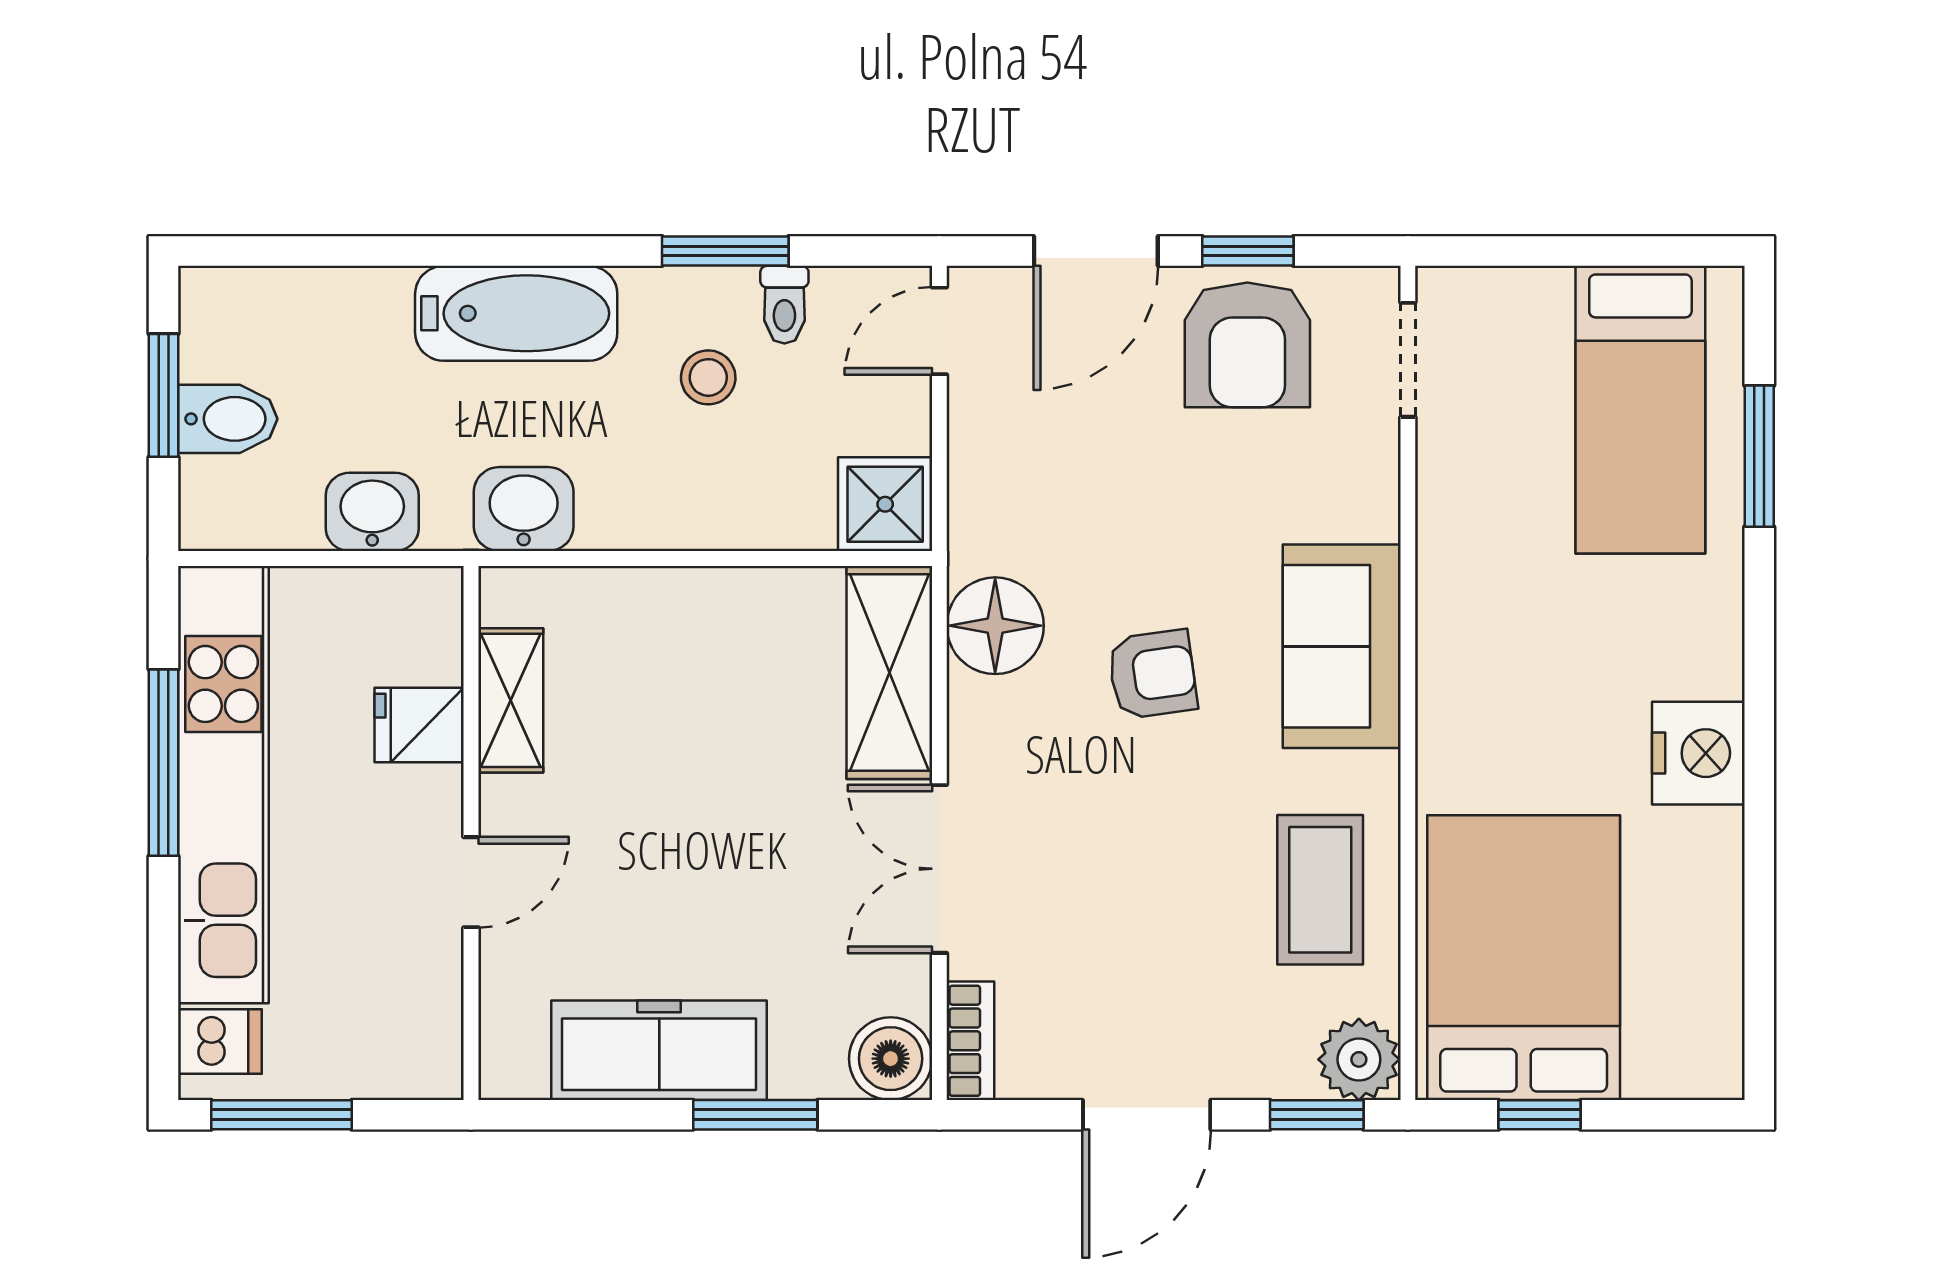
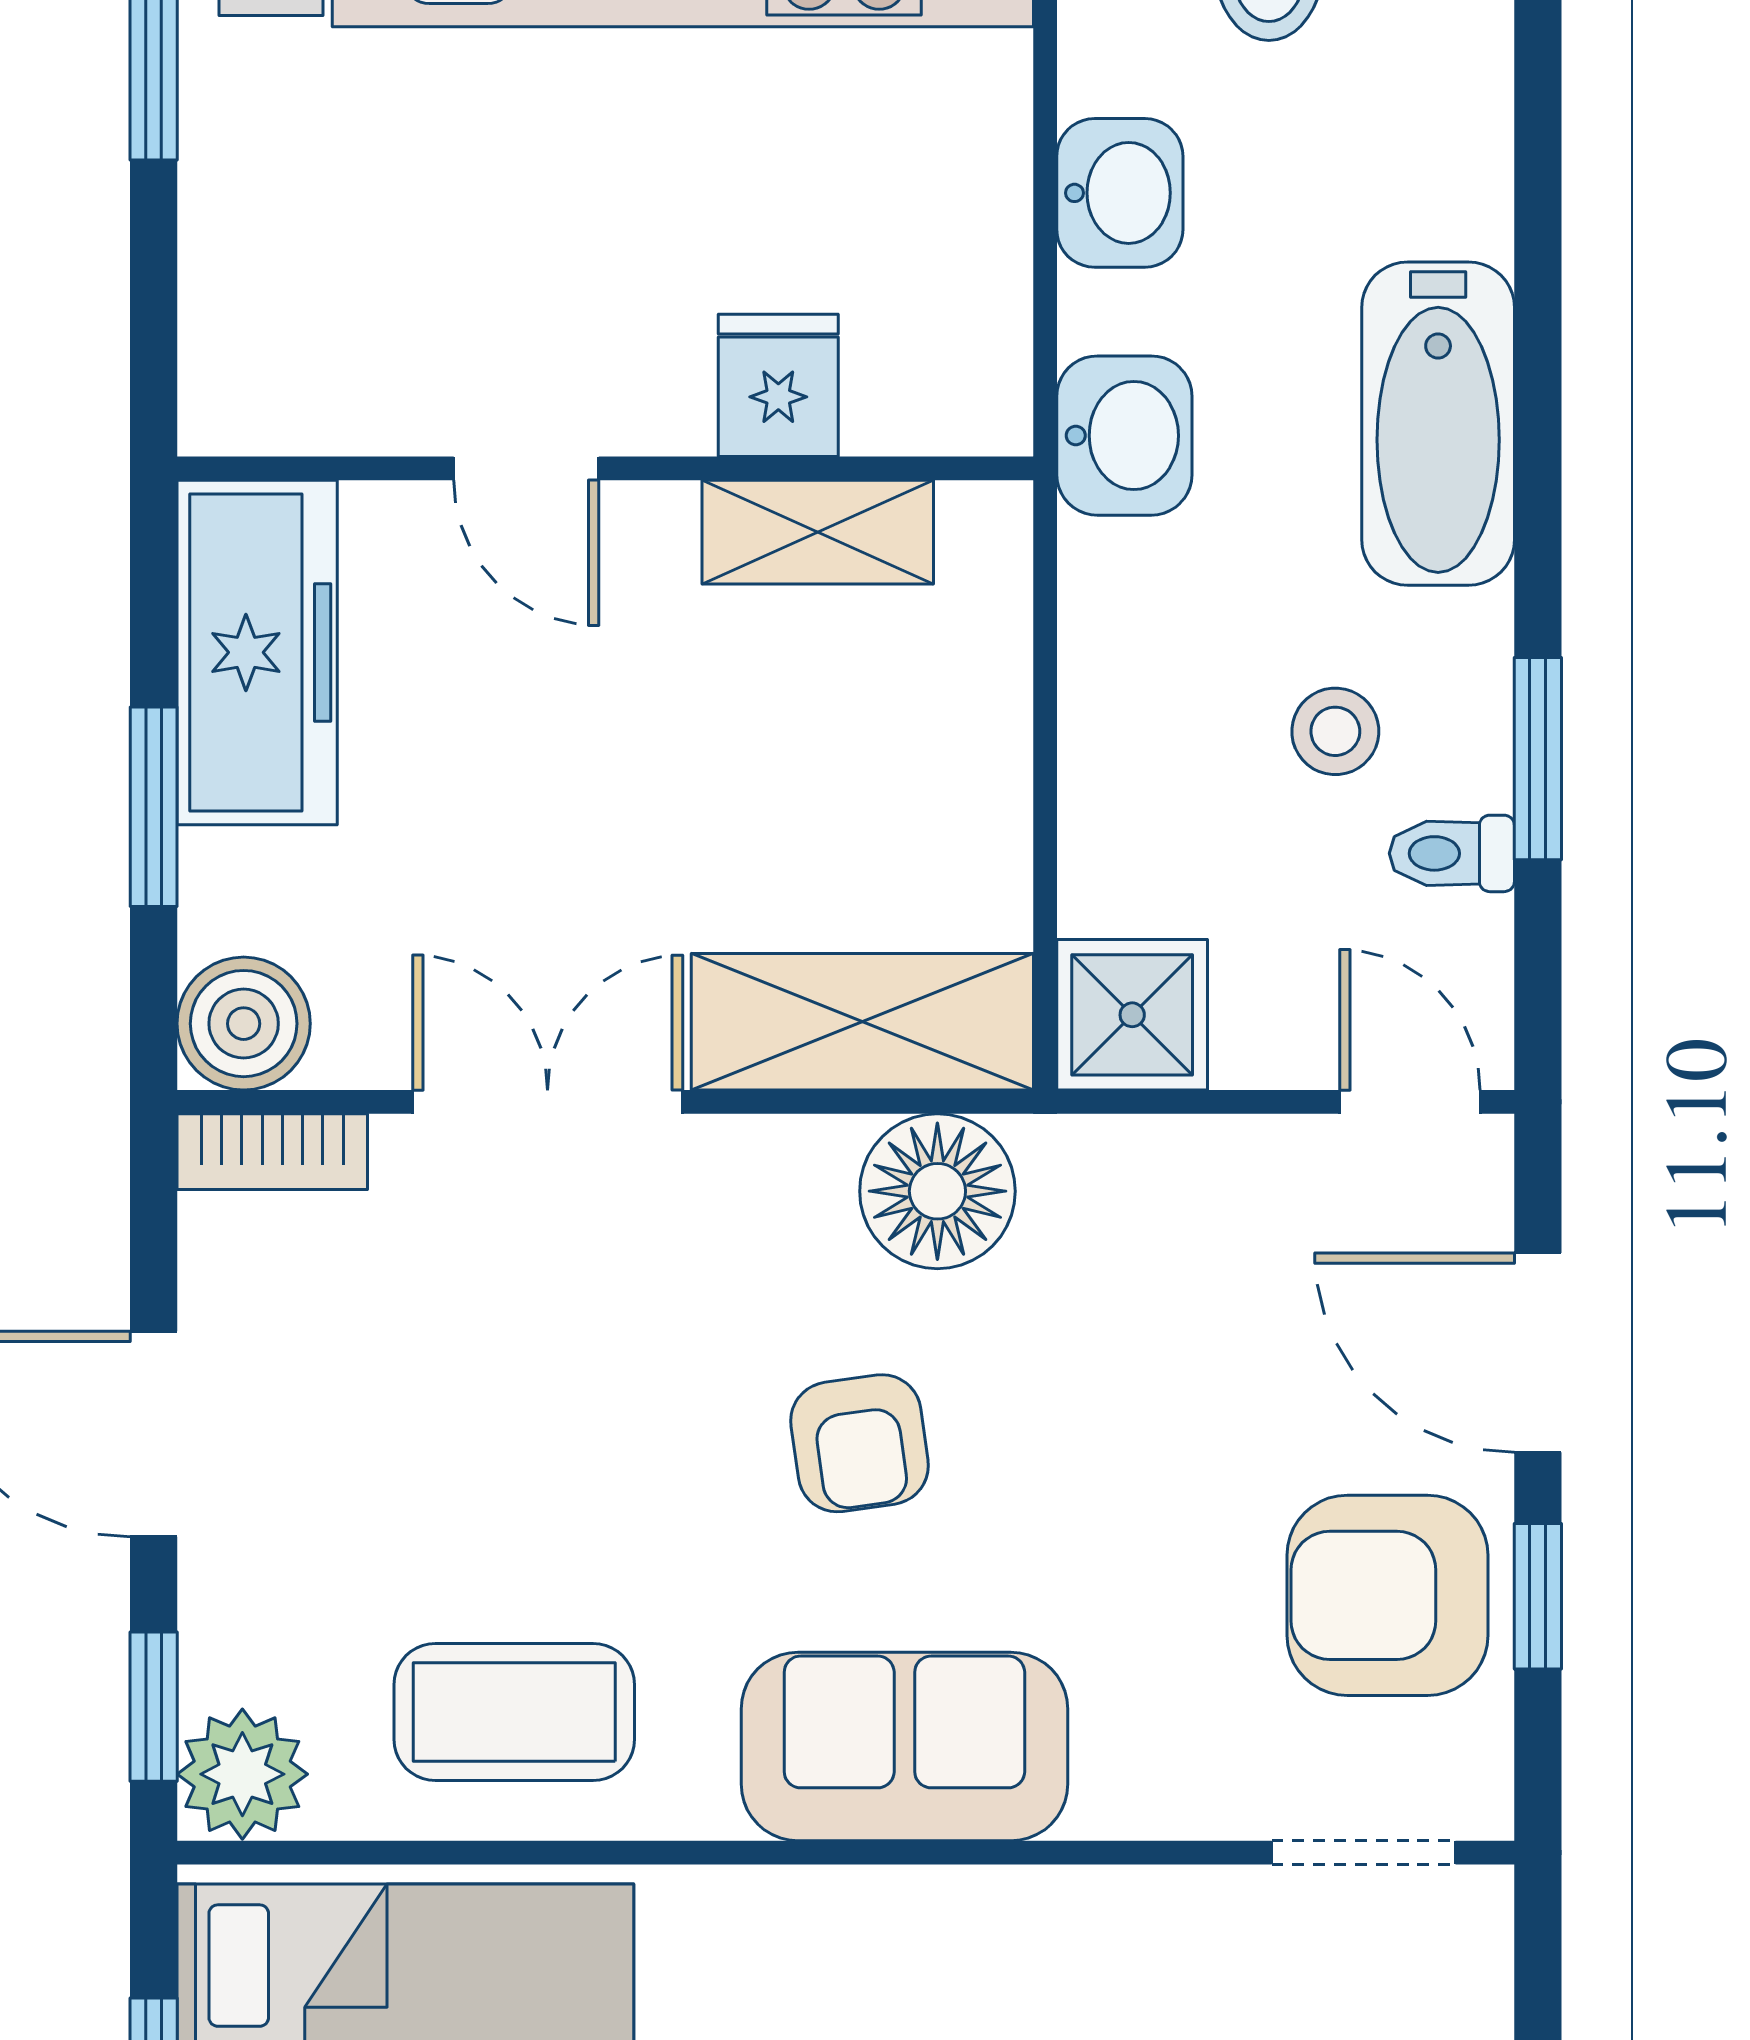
shelving: (511, 700) -> (818, 532), moved
fridge: (419, 725) -> (778, 385), moved
wall: (471, 833) -> (605, 468), moved
door: (471, 882) -> (526, 468), moved

